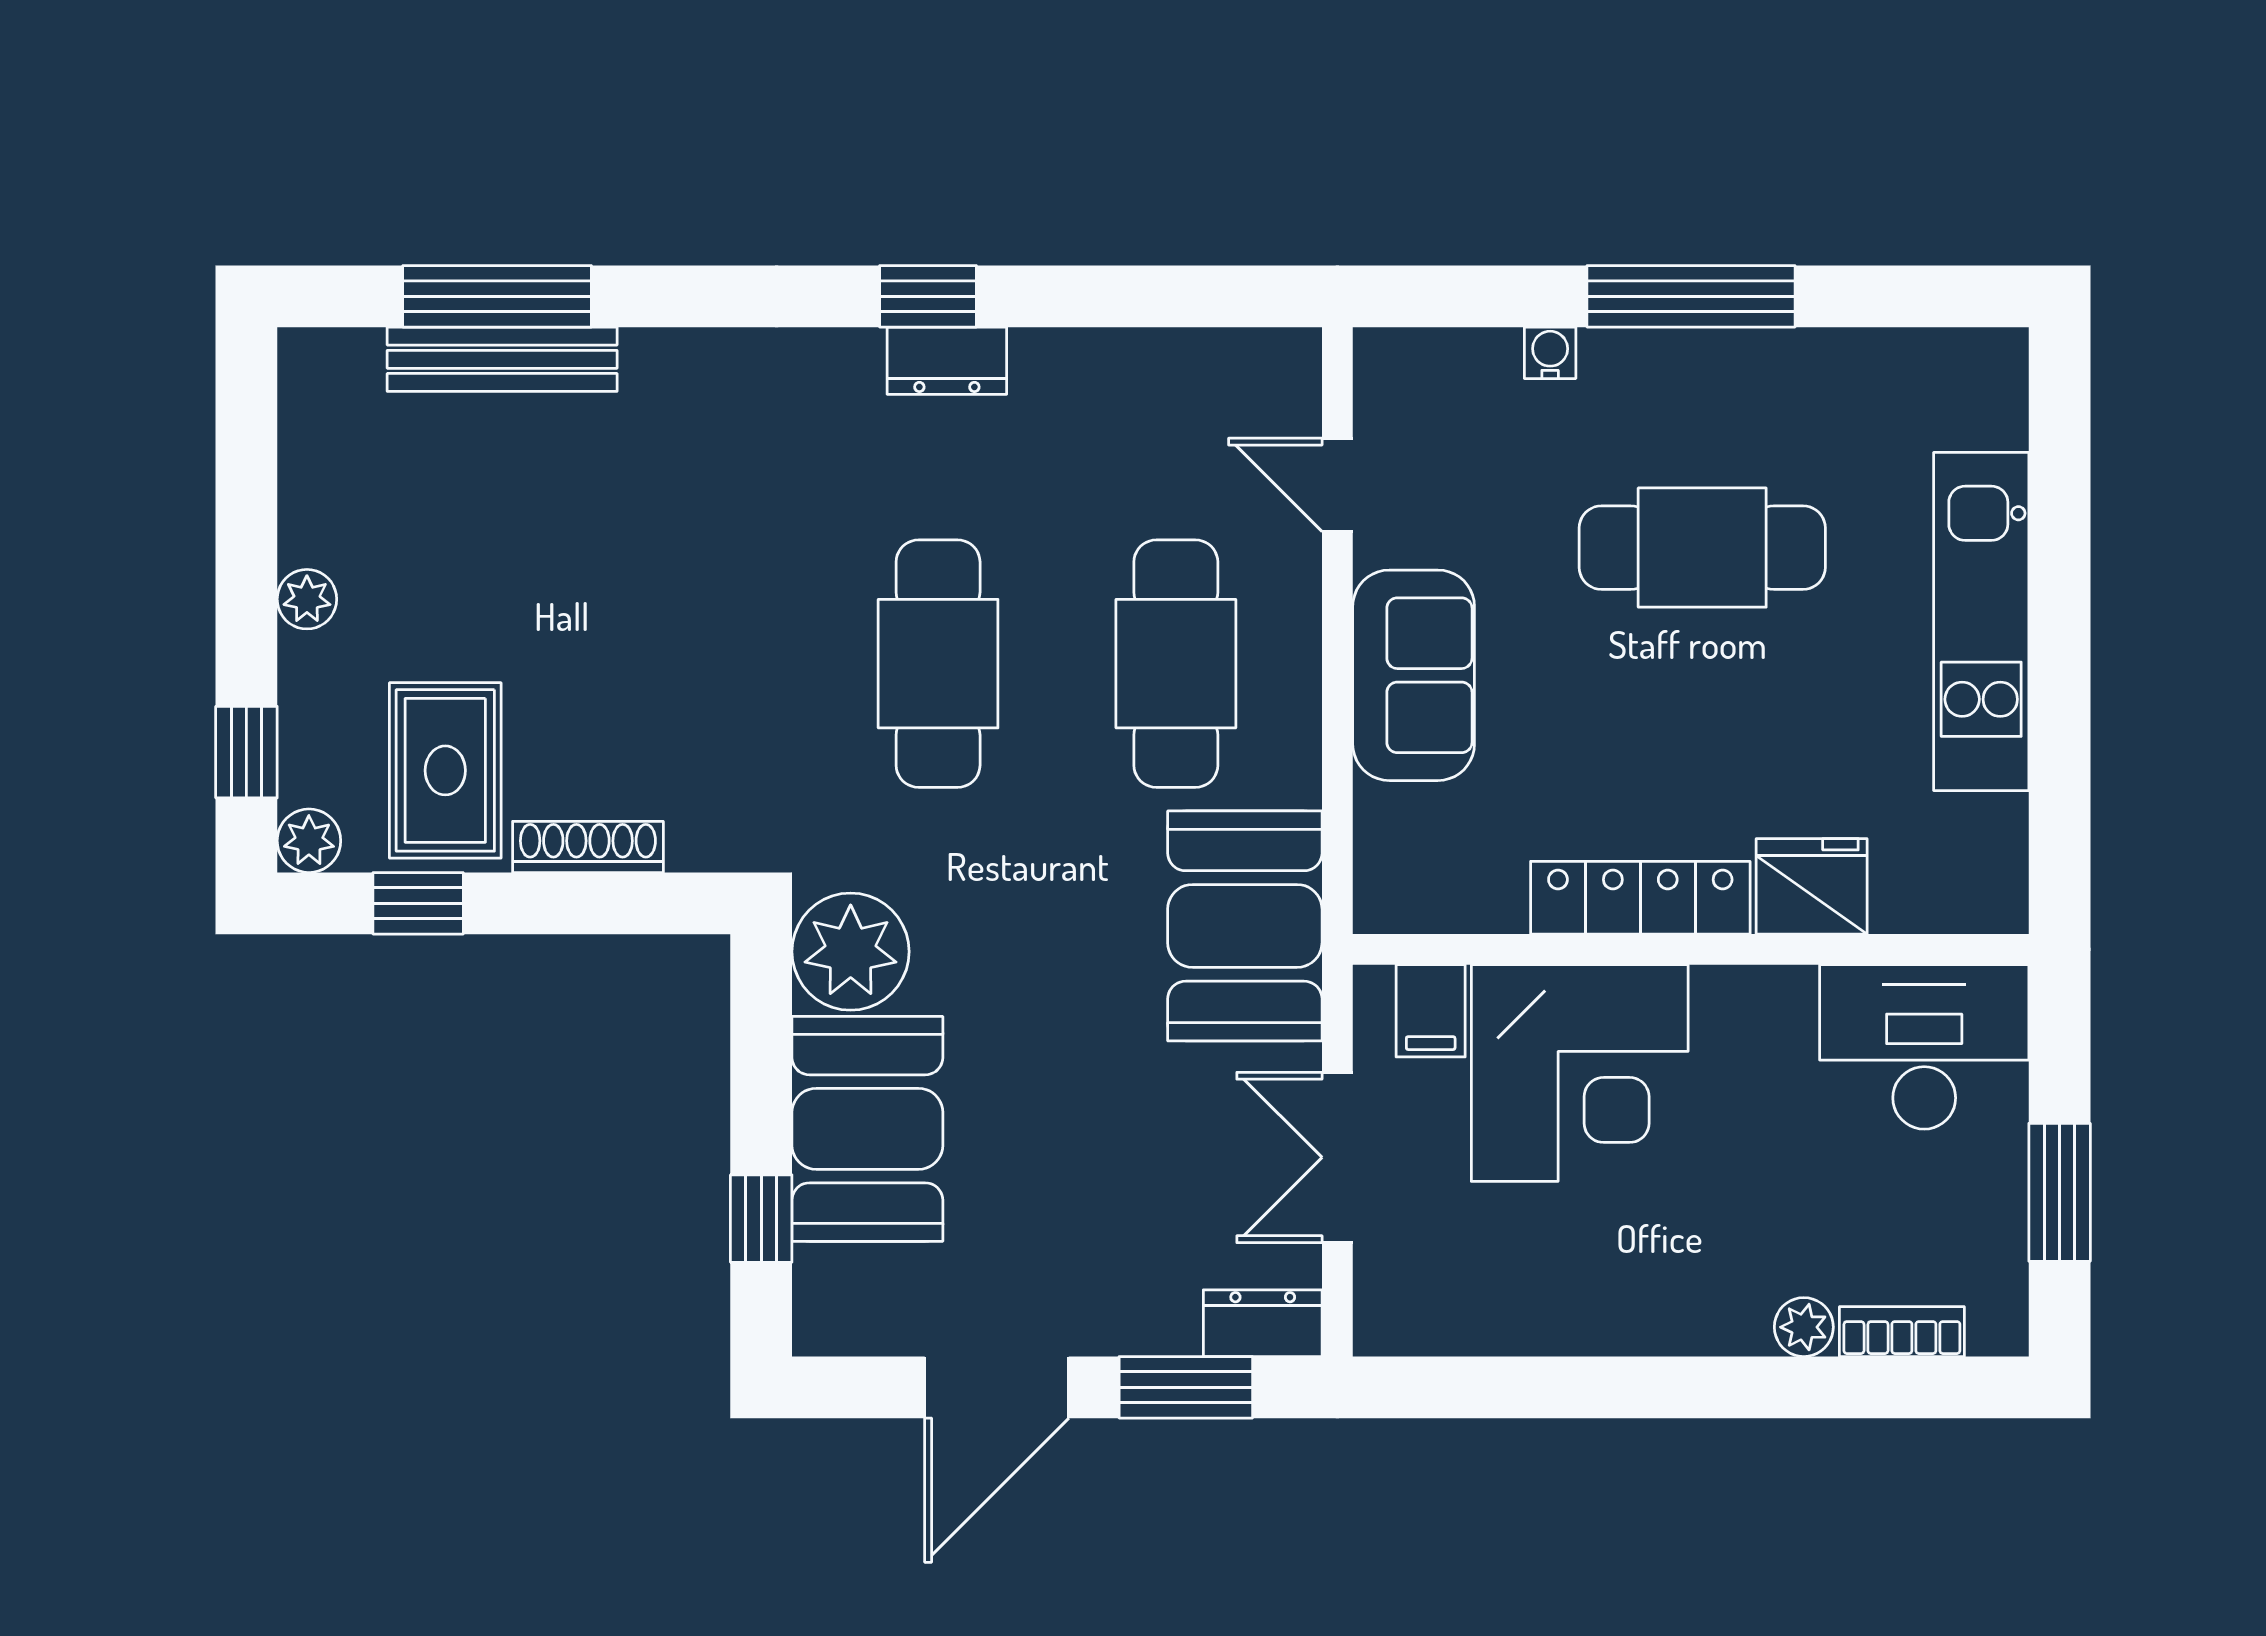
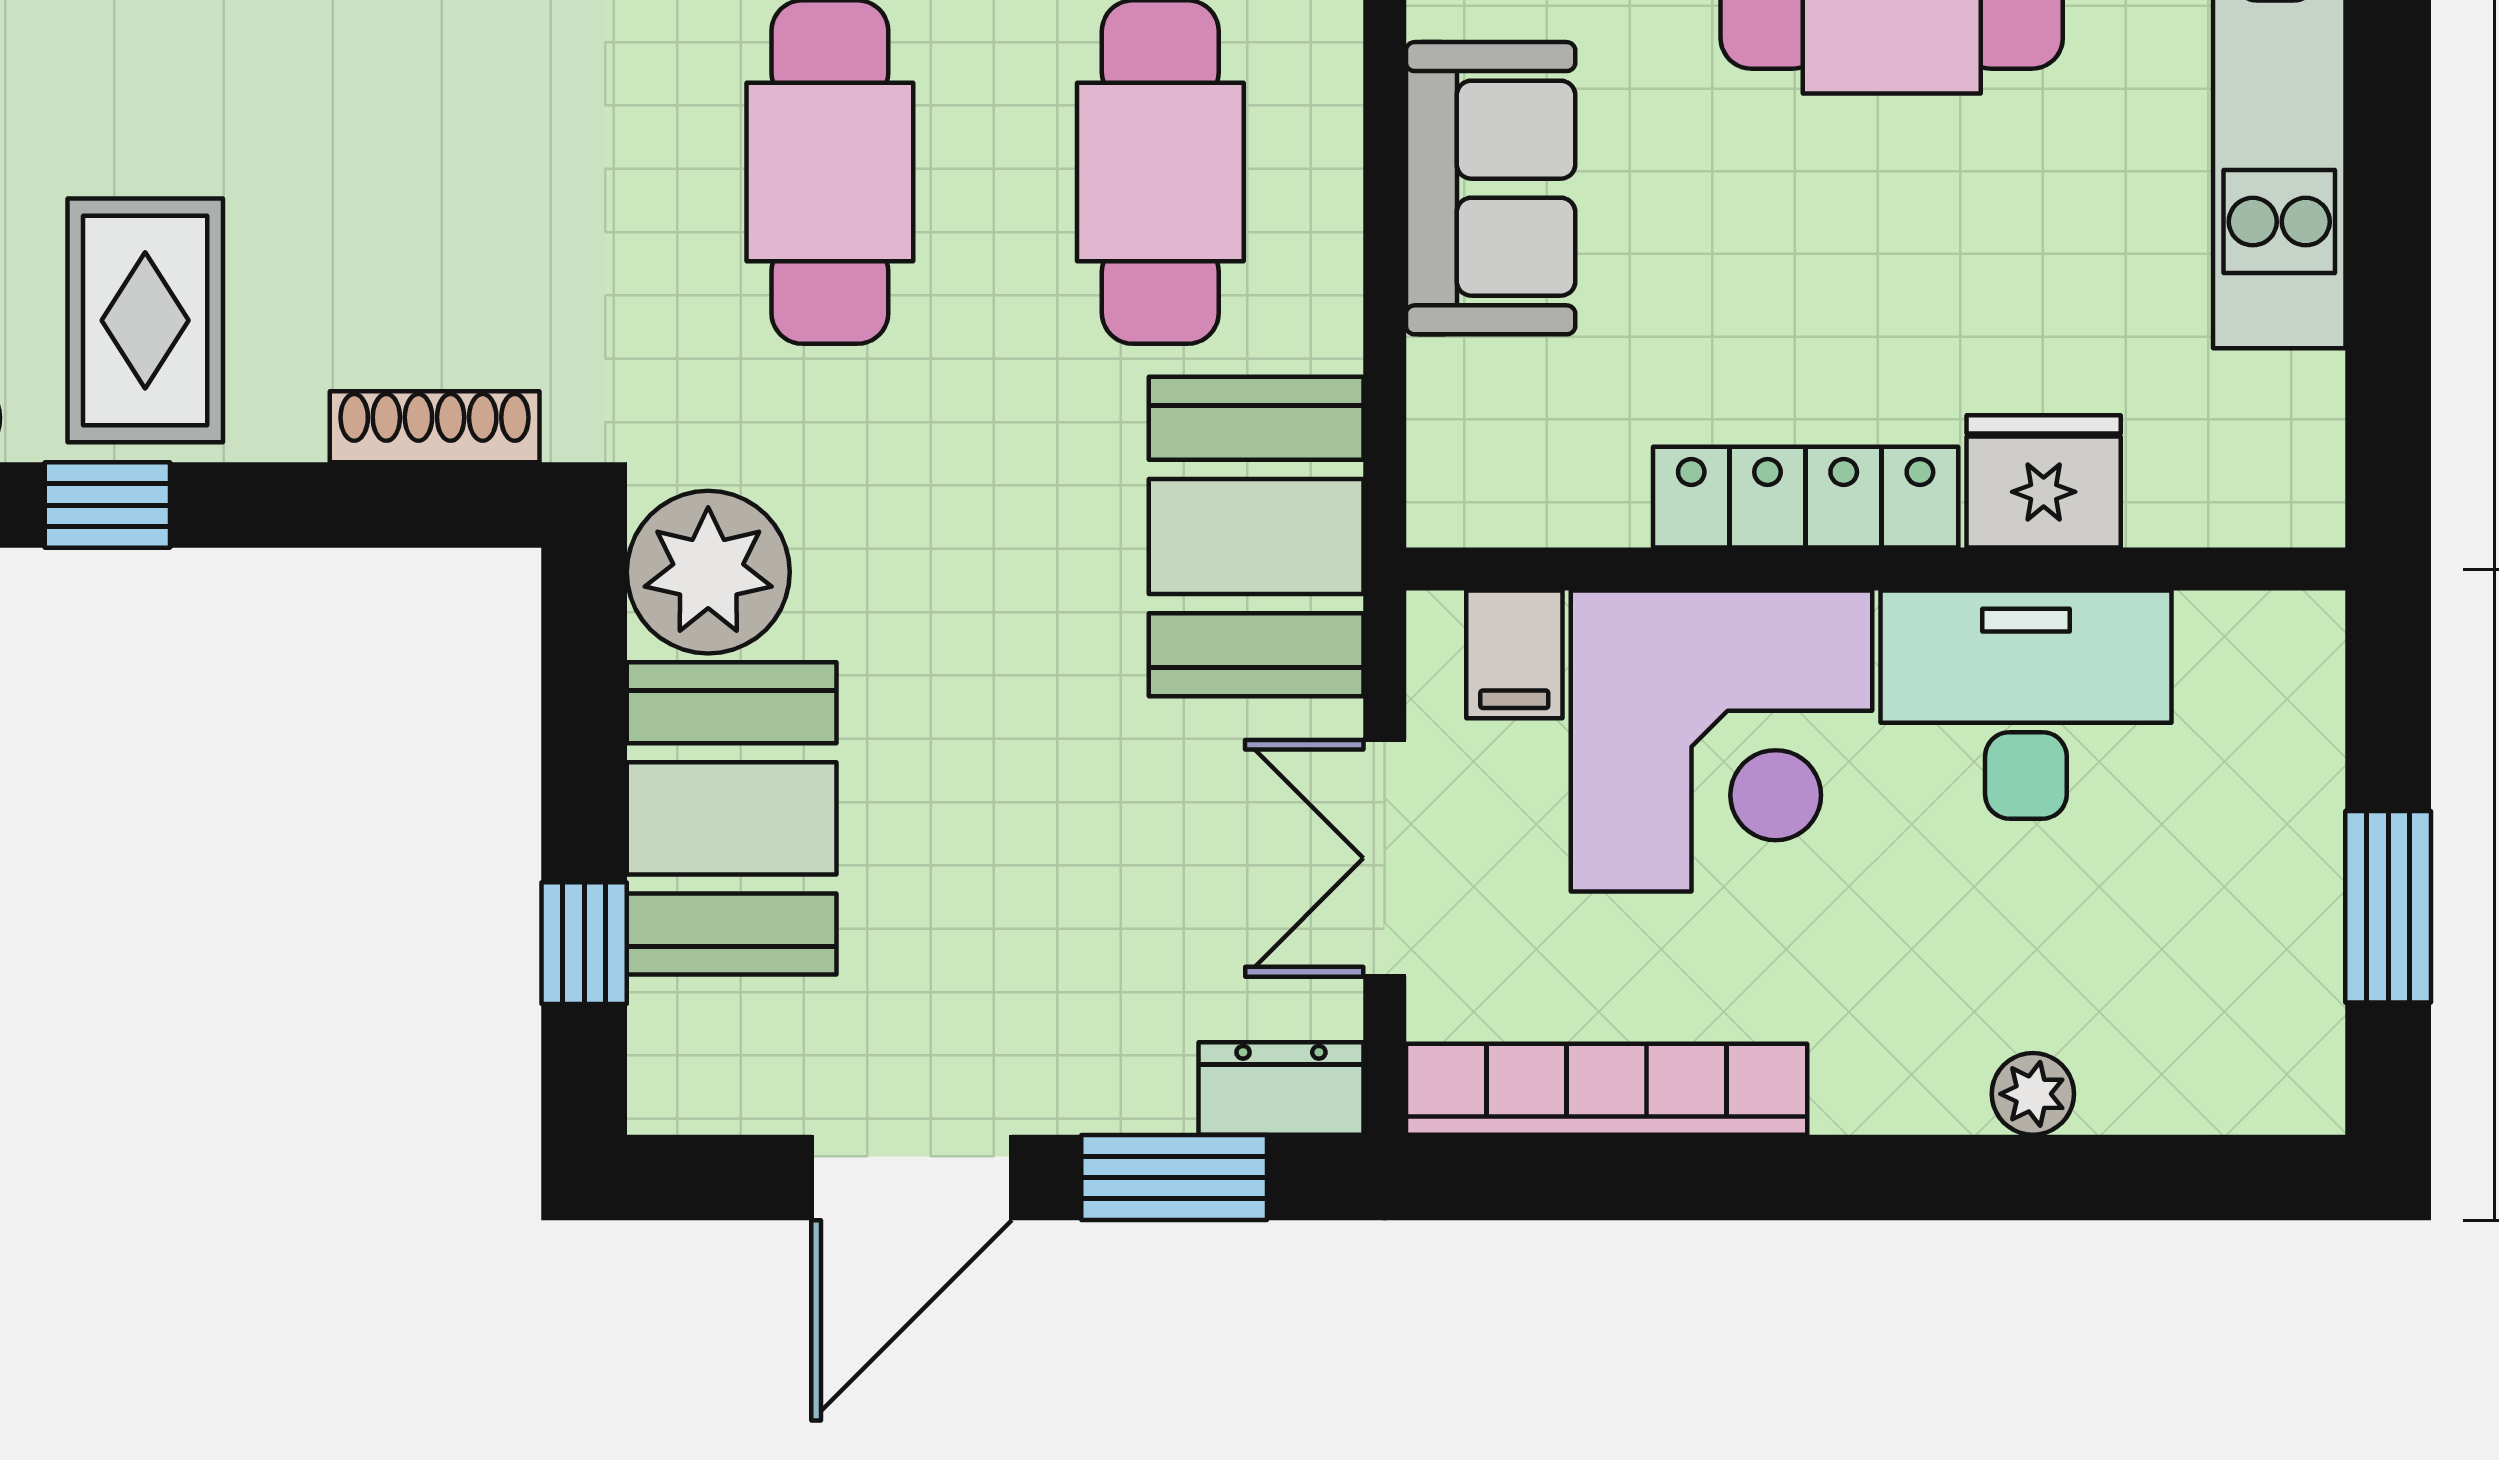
shoe rack: (588, 847) -> (435, 427), moved
desk: (1924, 1047) -> (2026, 705), moved
bookcase: (1902, 1332) -> (1607, 1089), moved, width x2.31, depth x1.31

